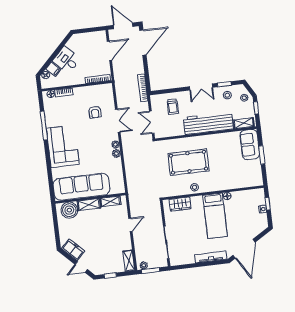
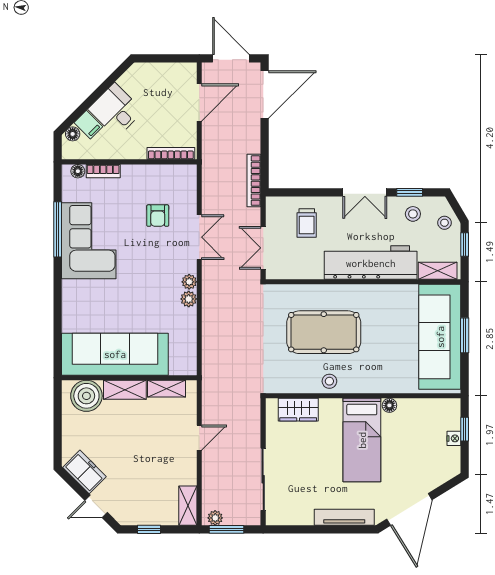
sofa: (250, 144) -> (440, 337), width x1.85, depth x1.27
corner sofa: (63, 146) -> (89, 241), moved

